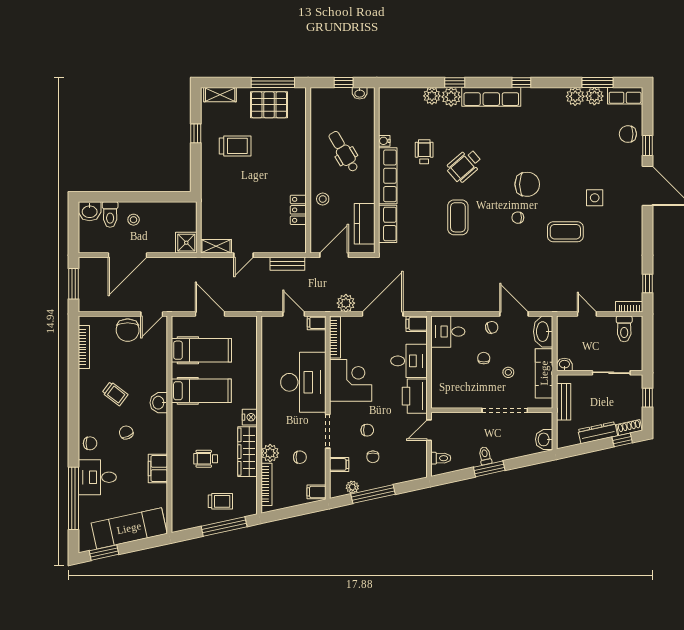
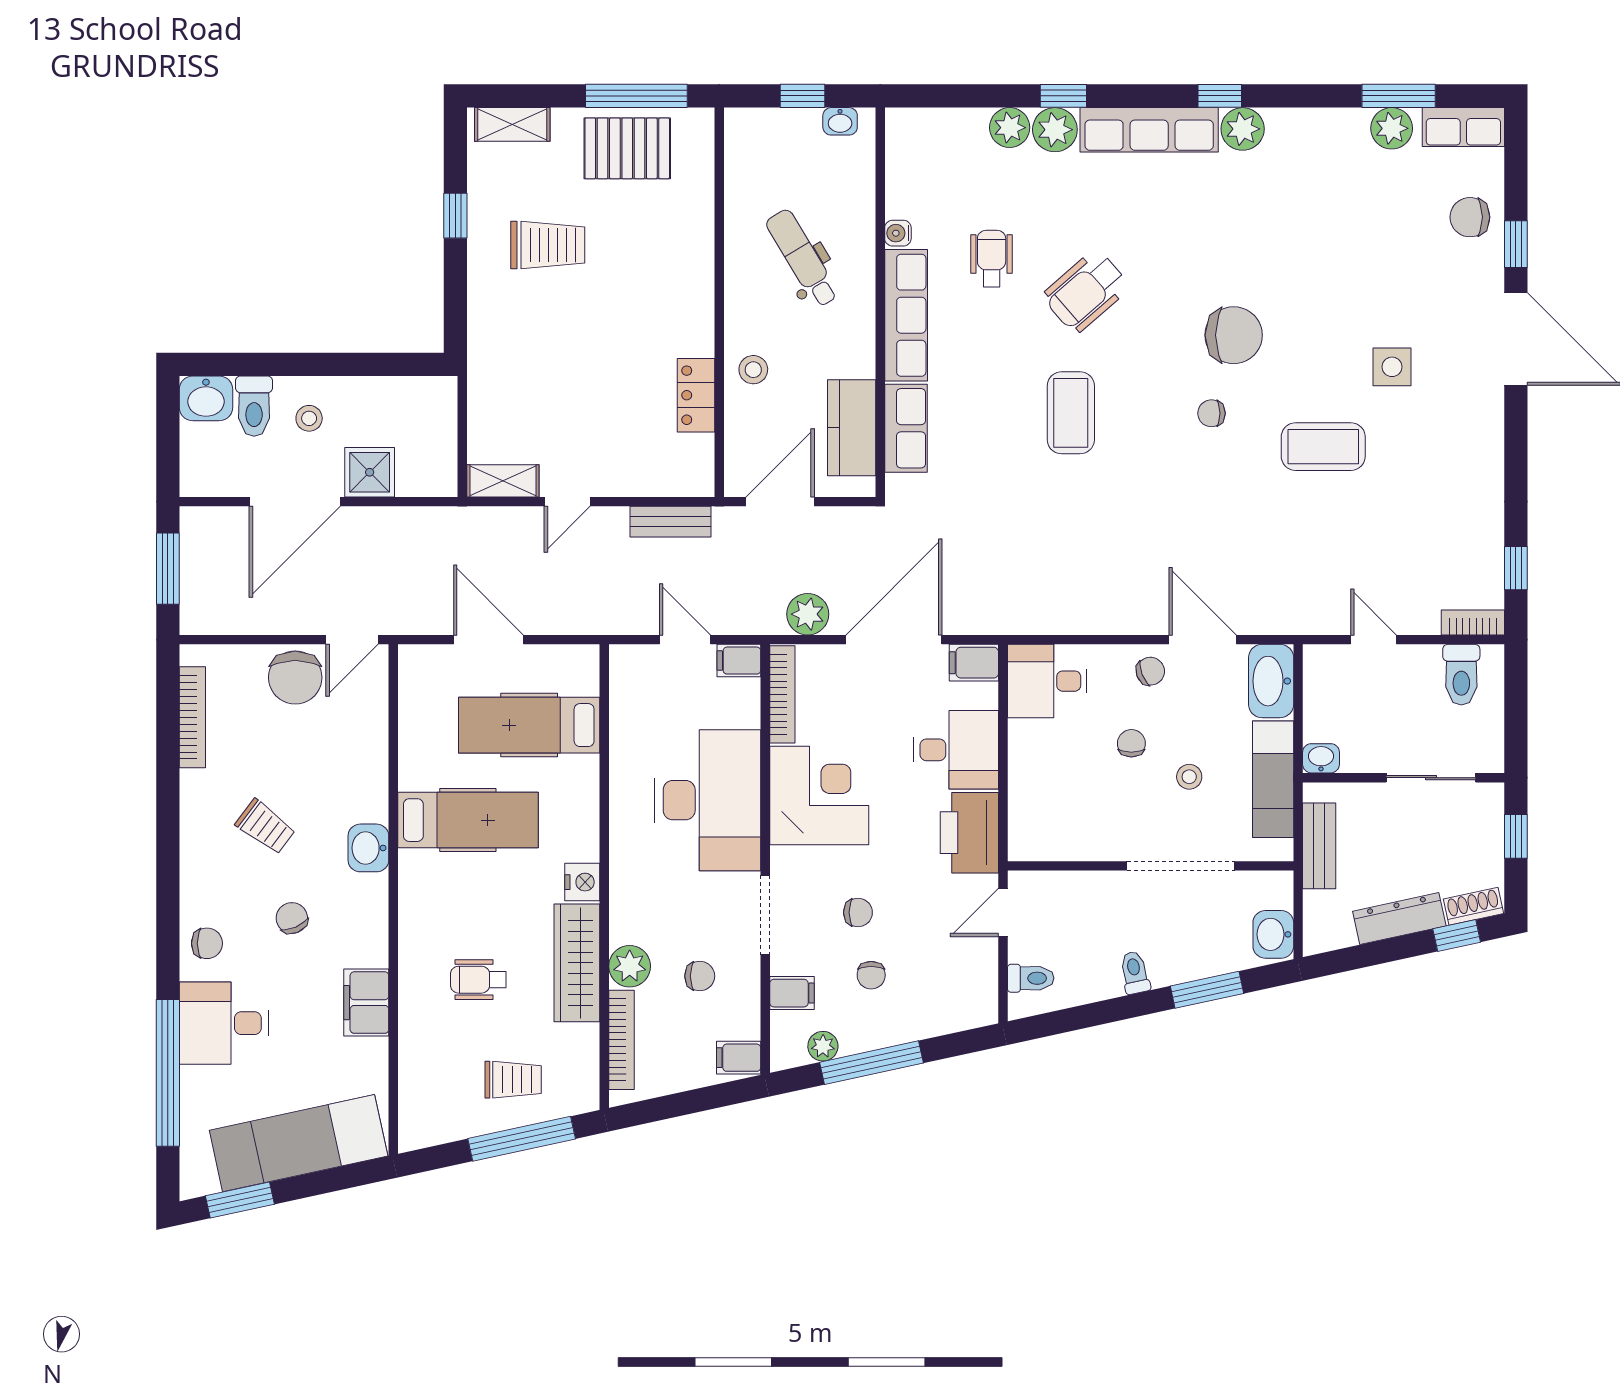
plant: (575, 96) -> (1243, 129), moved
shower: (186, 243) -> (370, 472), moved
hospital bed: (201, 350) -> (529, 725), moved, turned 180
window: (489, 469) -> (1207, 990), moved

